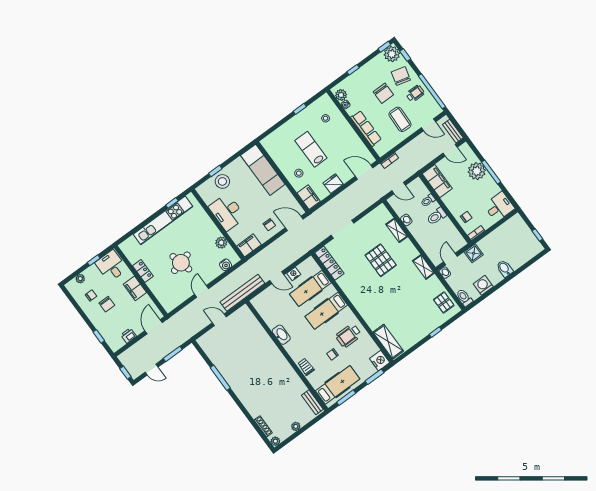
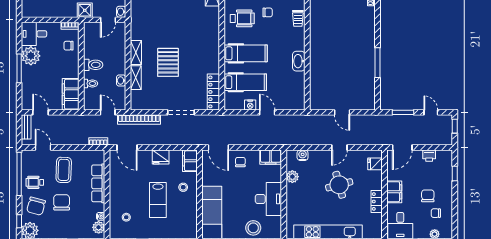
plant: (477, 171) -> (31, 56), moved
bookcase: (371, 200) -> (139, 120), added
shelving: (423, 267) -> (136, 53), moved
bench: (242, 293) -> (306, 121), removed
fridge: (165, 299) -> (375, 164), added

